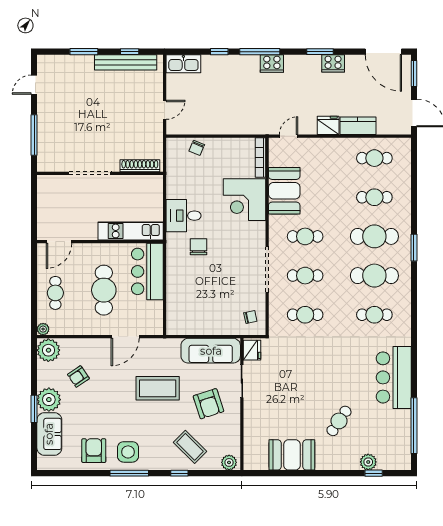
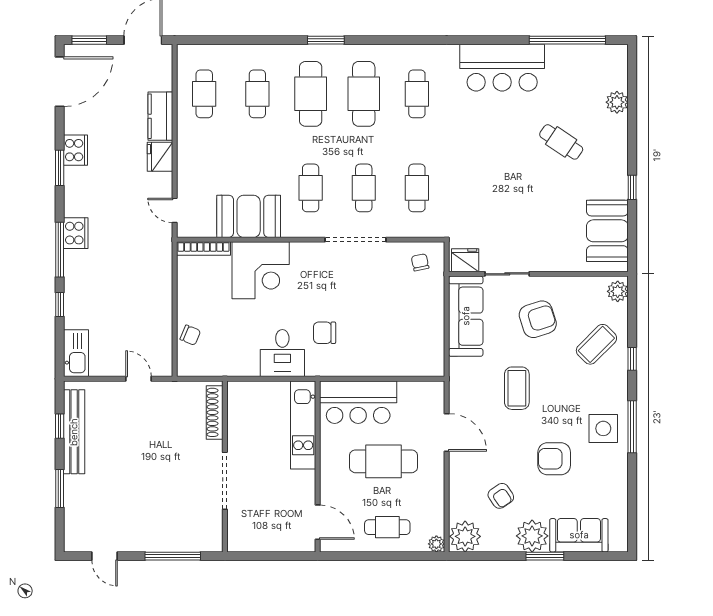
coffee table: (158, 388) -> (517, 388), width x0.73, depth x0.76
armchair: (94, 451) -> (554, 459), moved
booth: (292, 455) -> (607, 231), moved
window: (374, 473) -> (632, 187), moved

